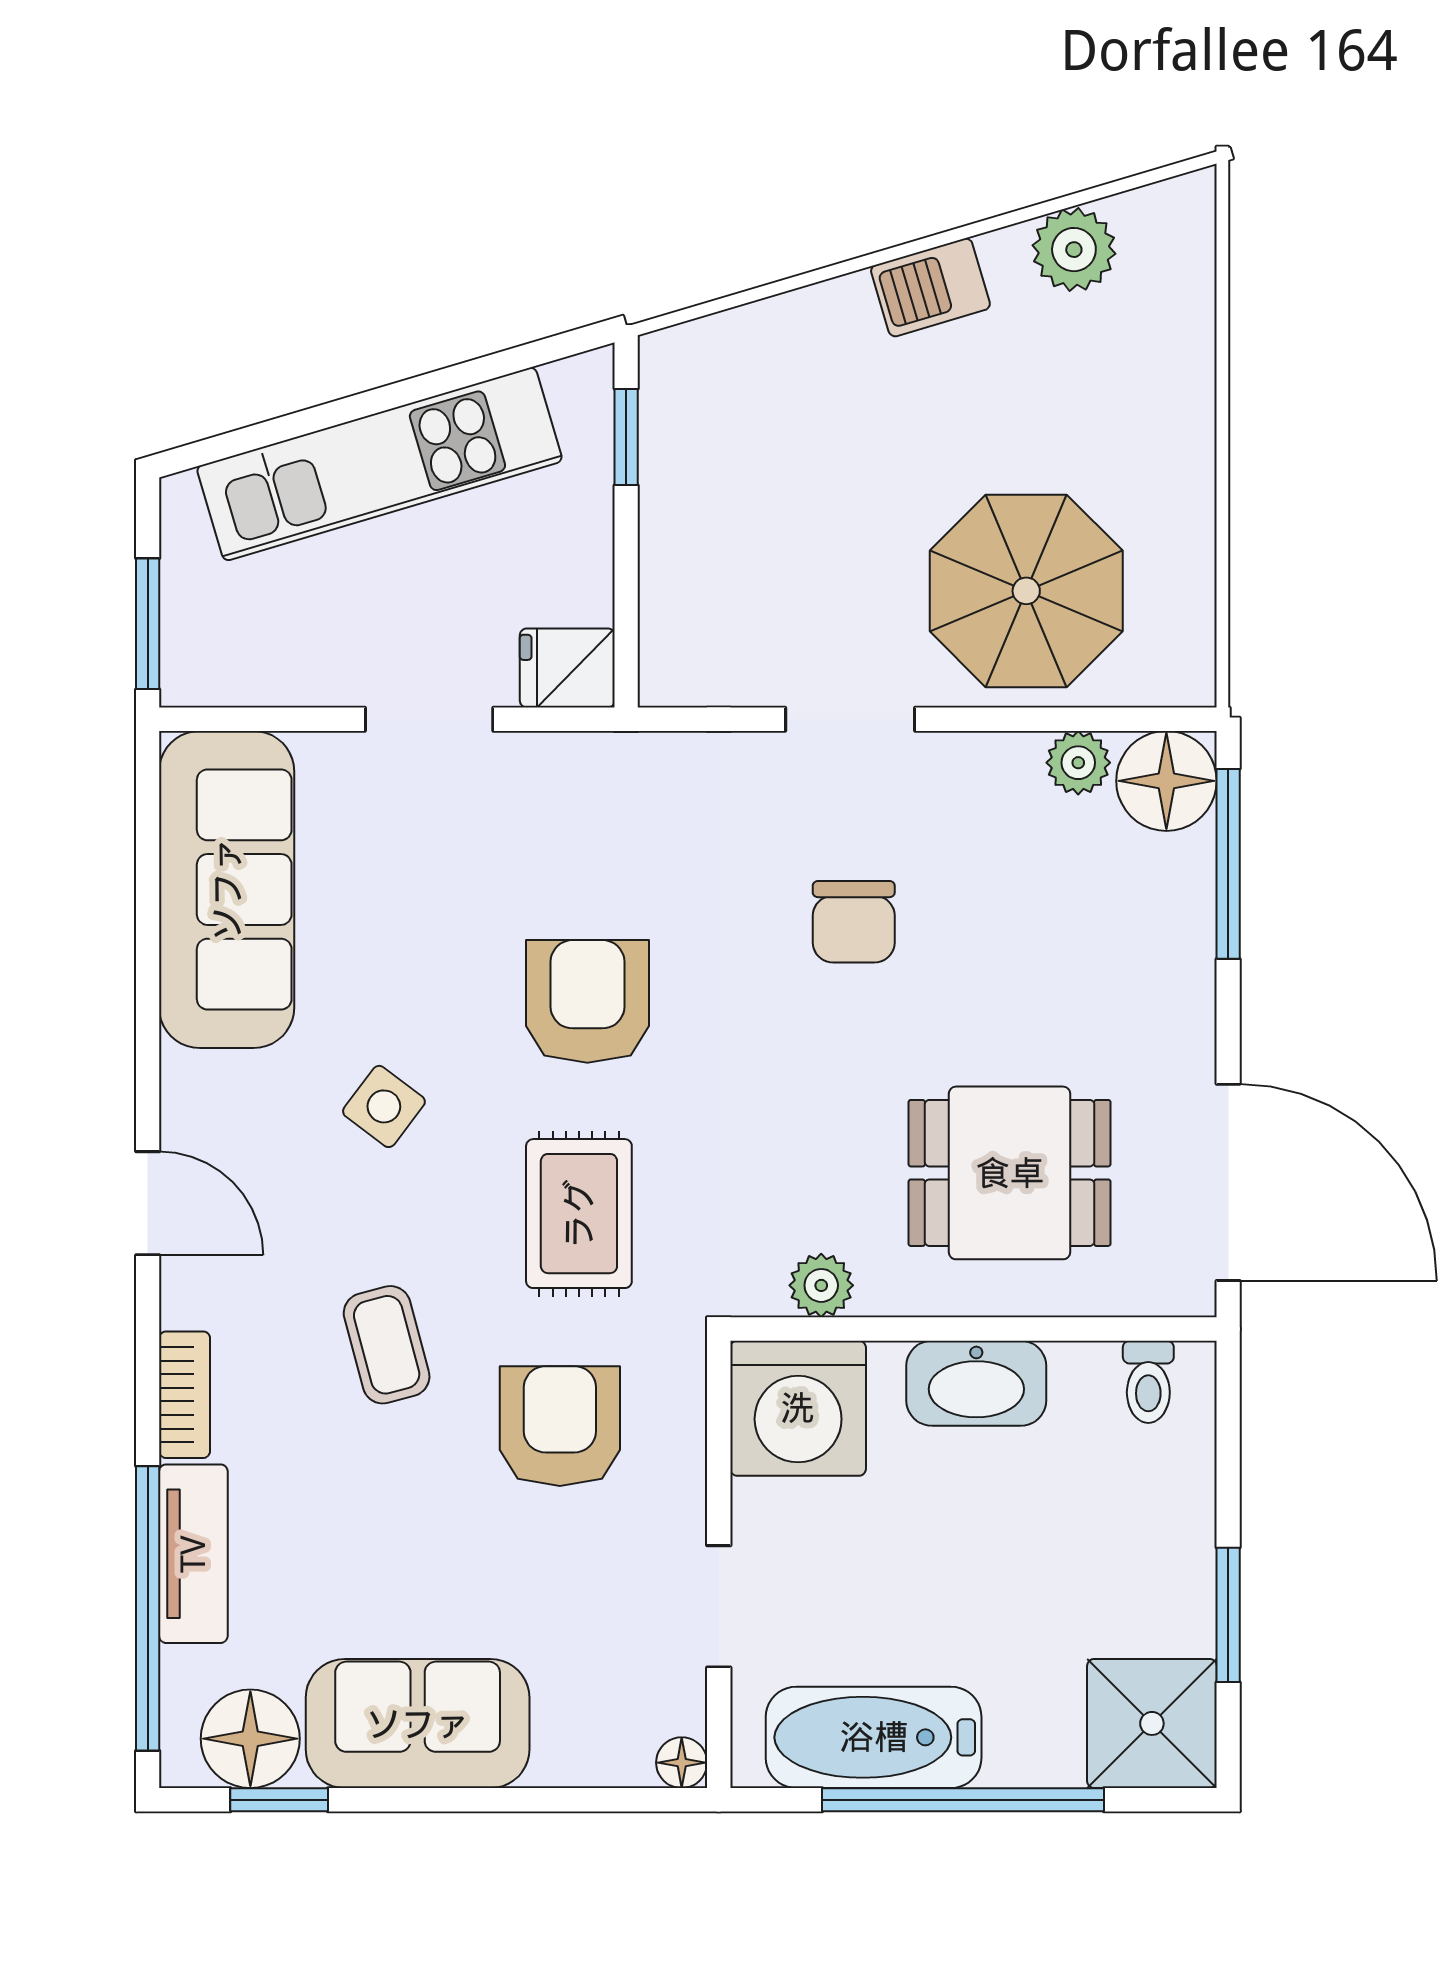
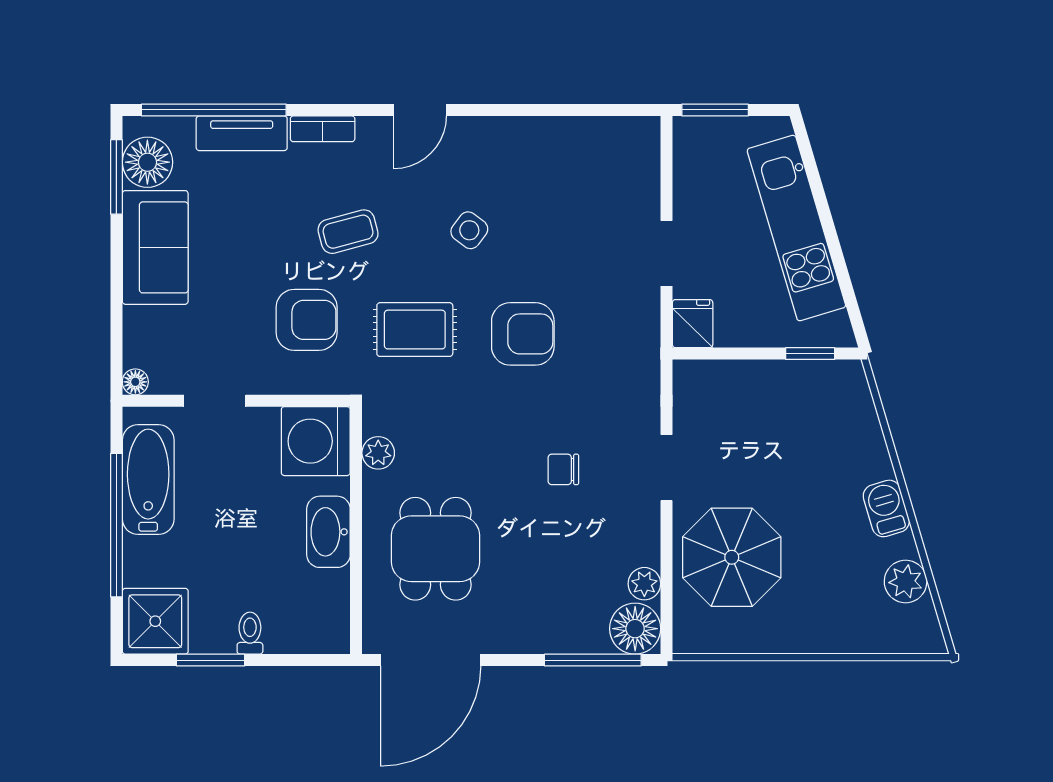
sofa: (227, 889) -> (580, 150), removed
chair: (854, 922) -> (563, 469), width x0.73, depth x0.73
toilet: (1148, 1382) -> (250, 633), moved, turned 90
window: (279, 1800) -> (116, 177), width x1.50

